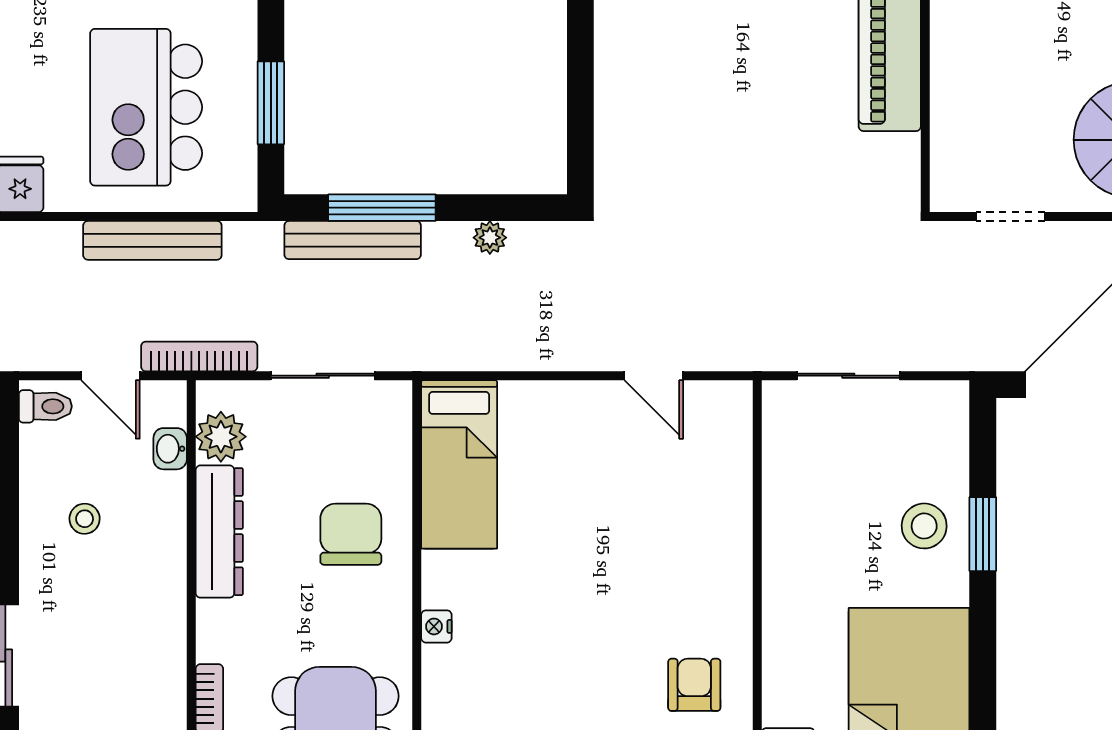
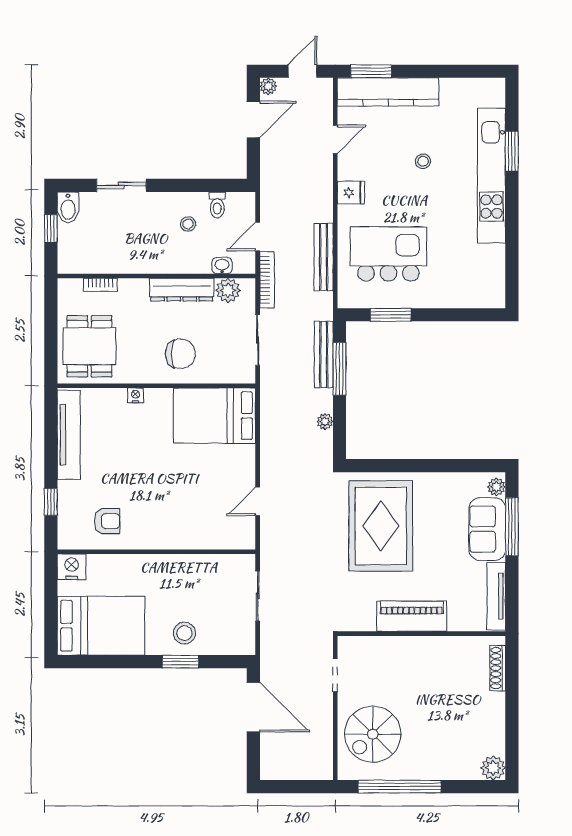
rug: (704, 123) -> (381, 526), added
toilet: (45, 406) -> (217, 205), moved
bed: (459, 464) -> (214, 416), width x1.50

